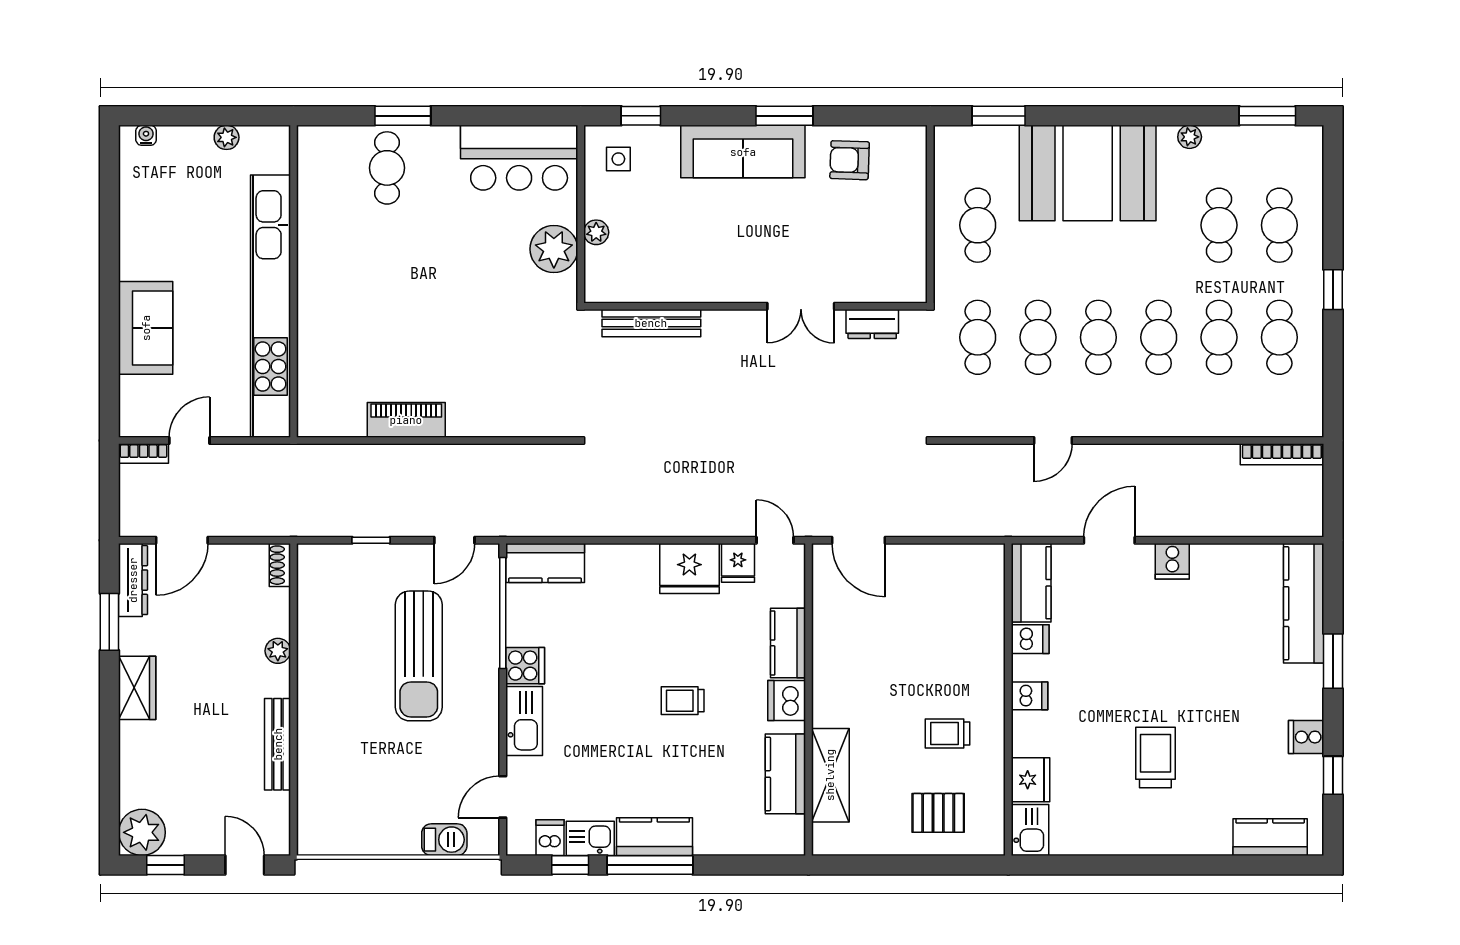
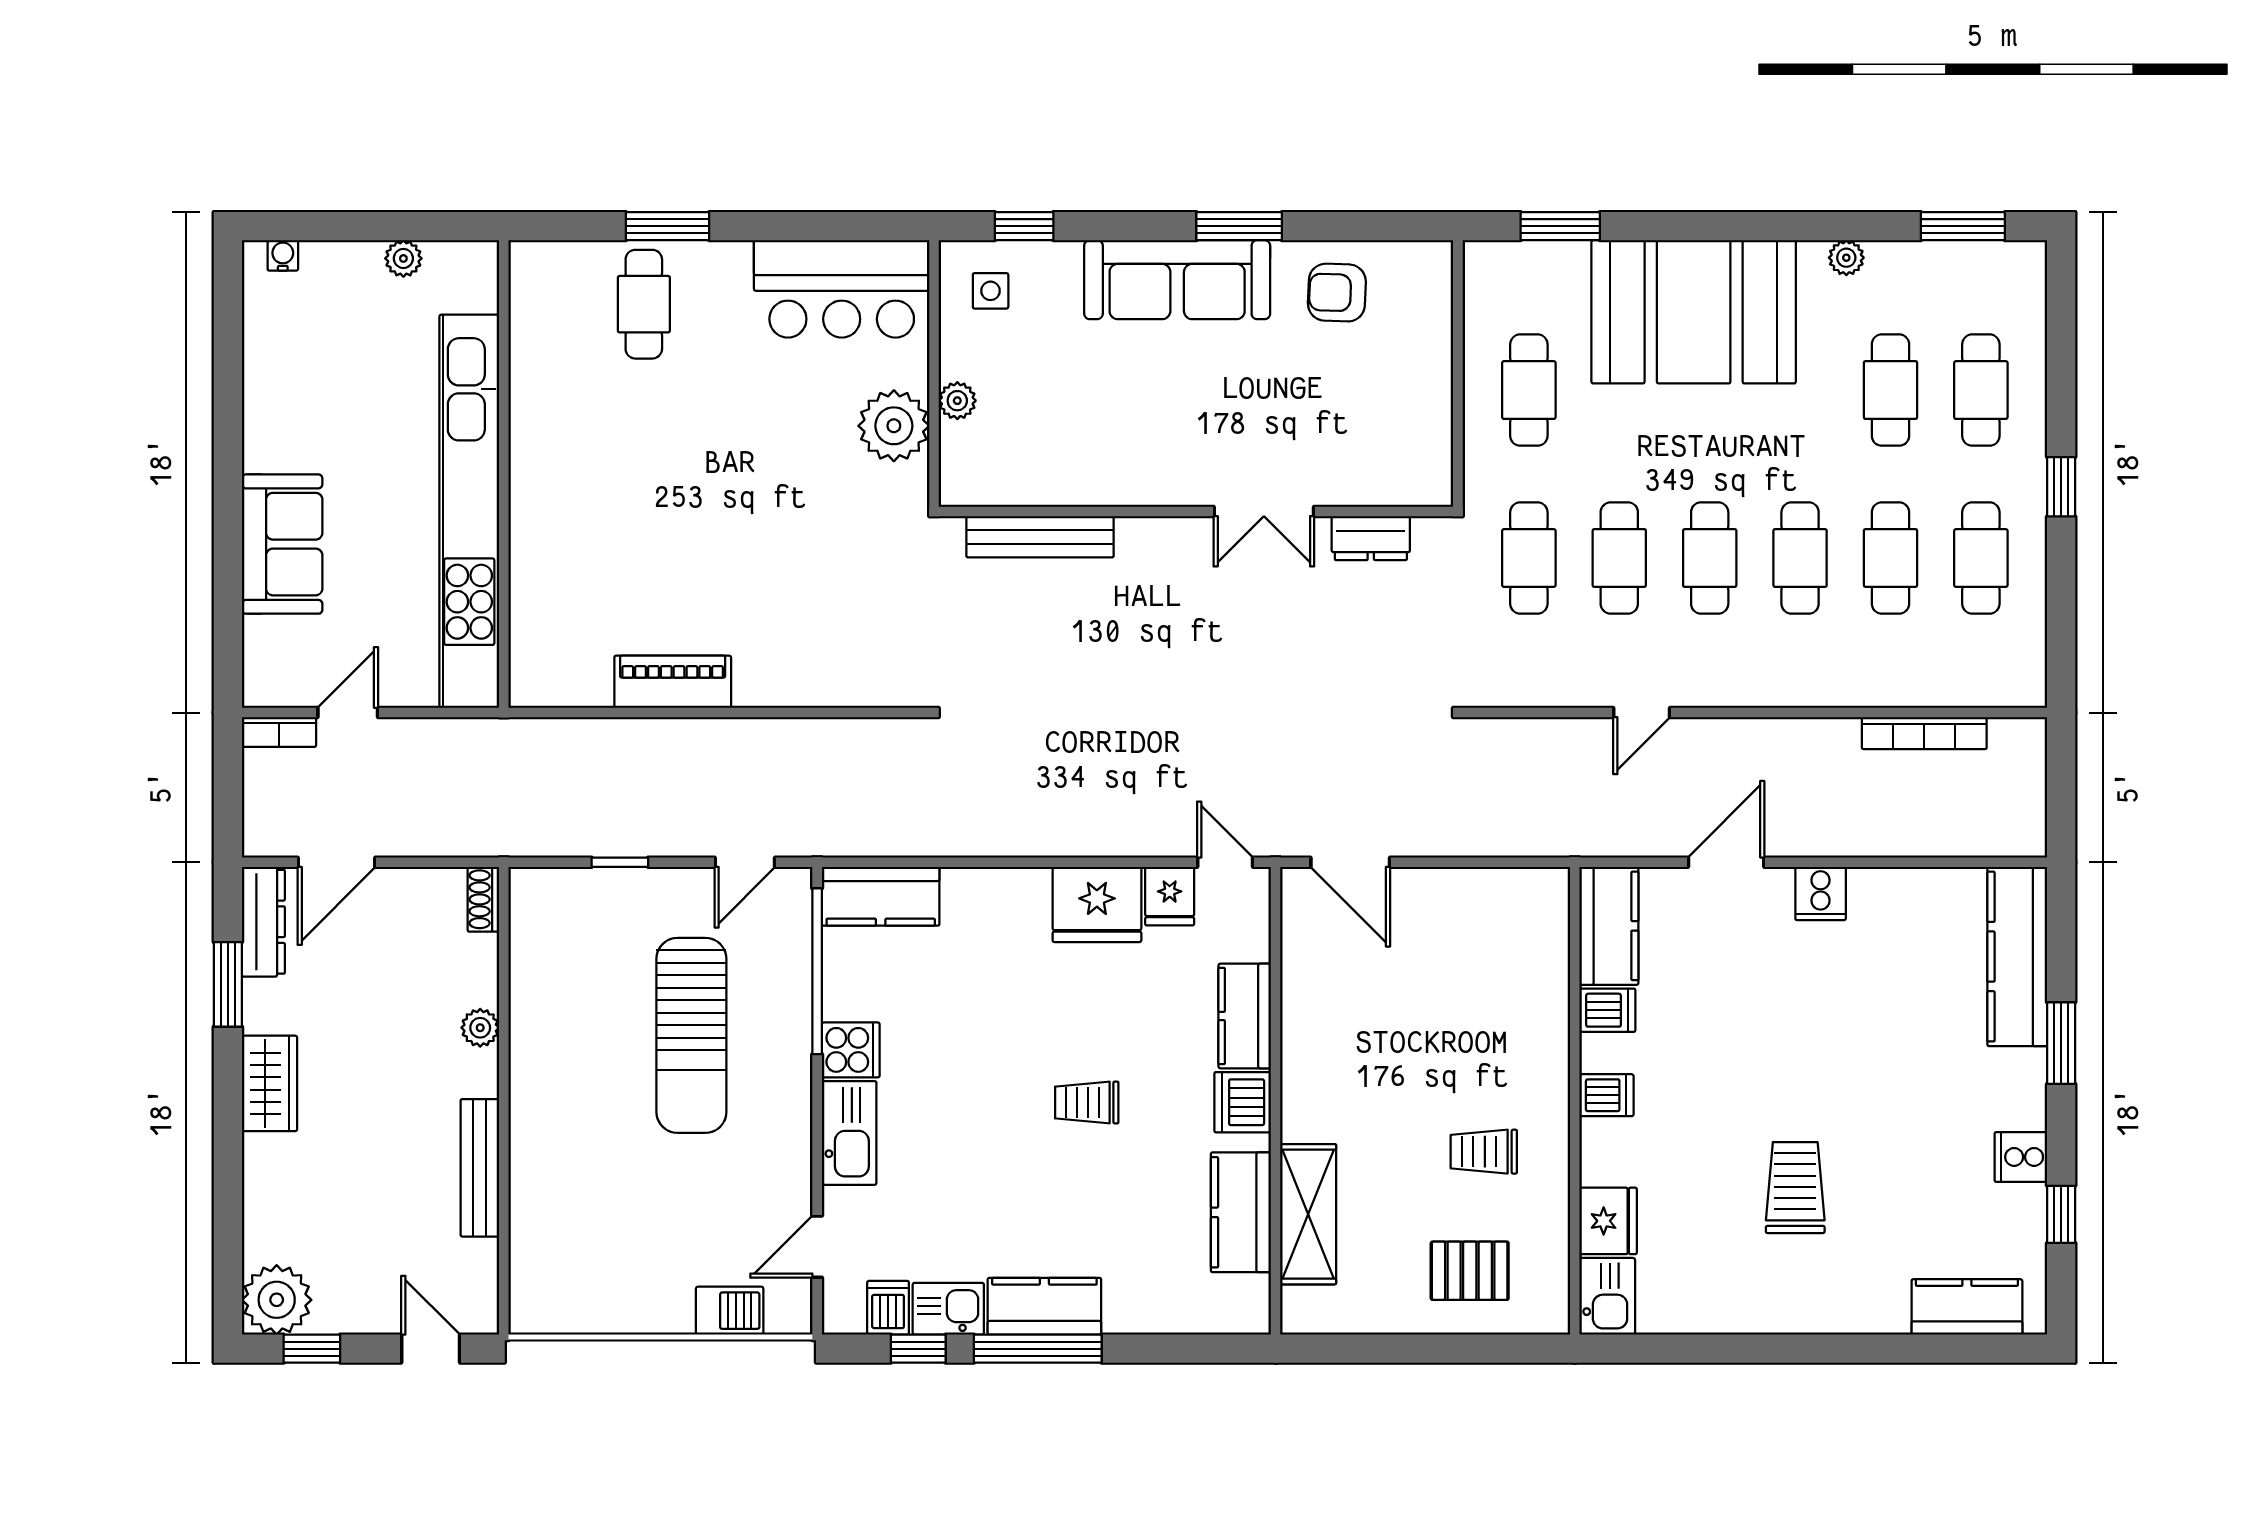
bookcase: (1282, 454) -> (1924, 733), moved

